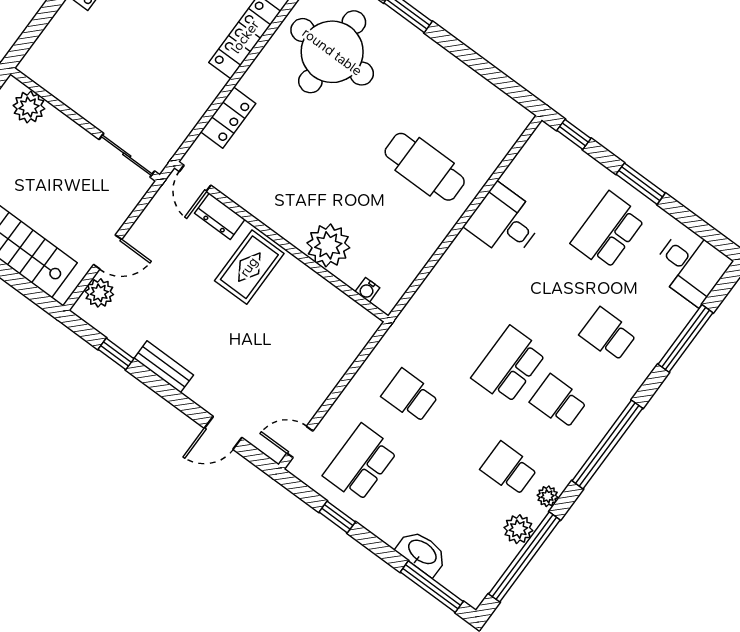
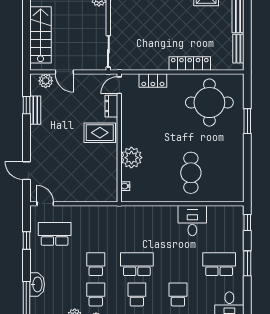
bench: (164, 367) -> (35, 110), moved
school desk: (410, 396) -> (96, 264), moved

